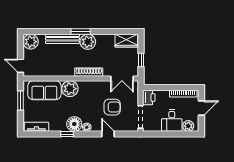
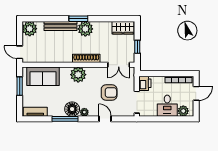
plant: (70, 89) -> (78, 75), moved
window: (67, 134) -> (65, 119), width x2.17

